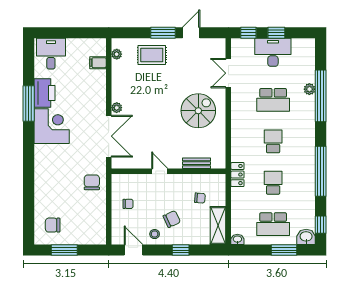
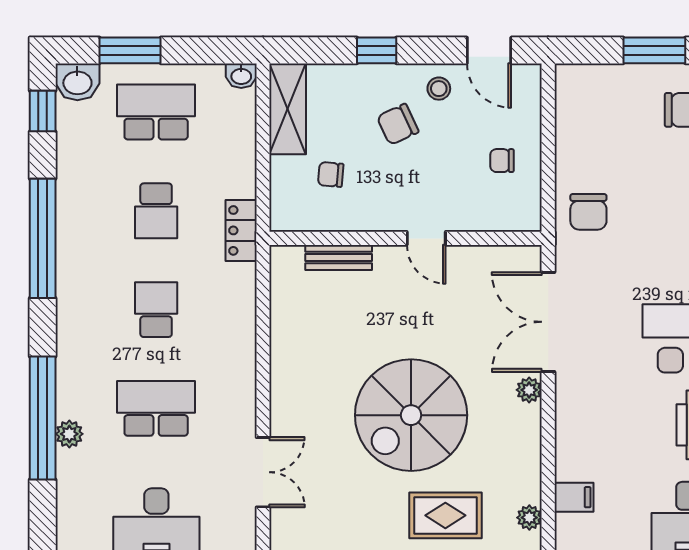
spiral stairs: (198, 111) -> (411, 415), moved, width x1.37, depth x1.37
school desk: (273, 141) -> (156, 310), turned 180

